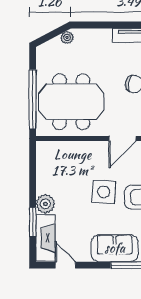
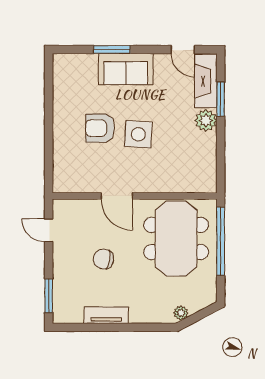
meeting table: (71, 102) -> (176, 238), turned 90
door: (122, 139) -> (117, 196), swing flipped

